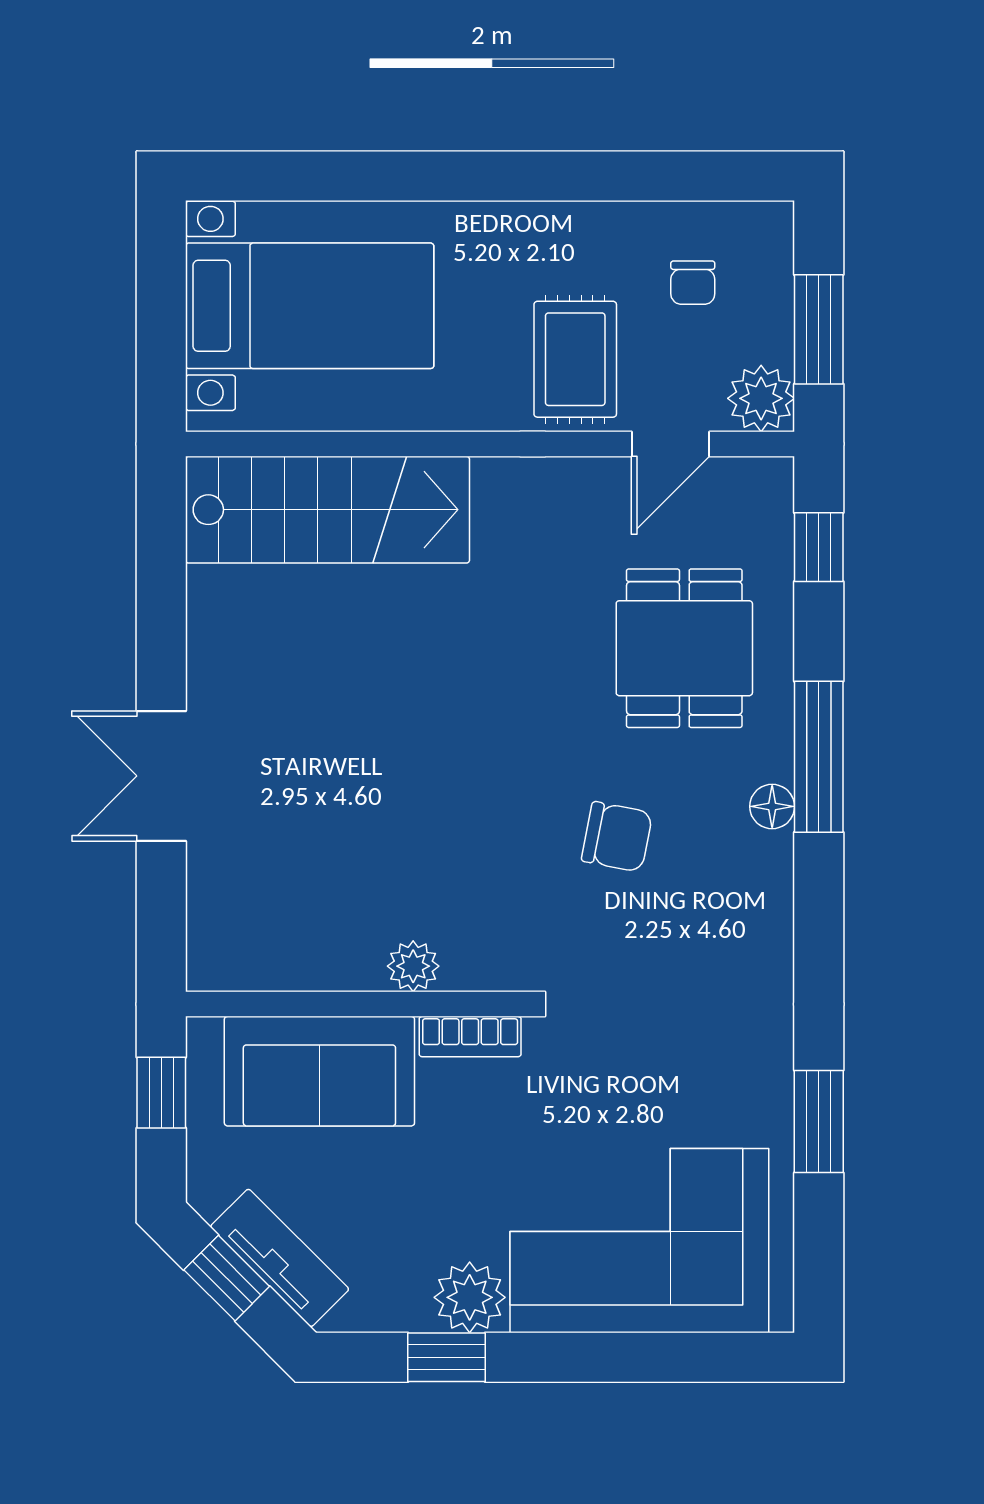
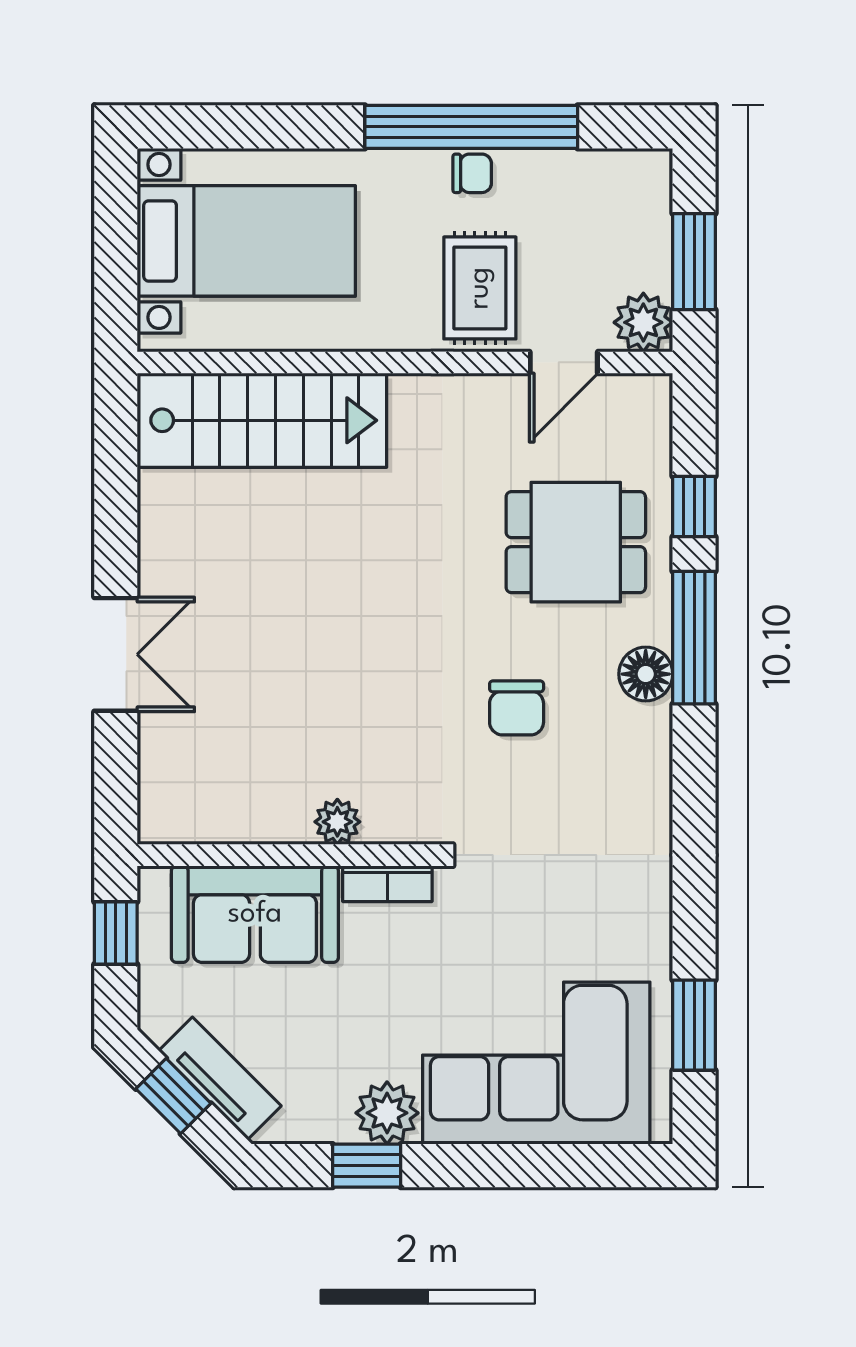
window: (565, 176) -> (471, 127), added
chair: (693, 283) -> (472, 173), moved, turned -90
window: (819, 547) -> (694, 506), moved
dining table: (684, 648) -> (576, 542), turned 90
double door: (161, 776) -> (116, 654), swing flipped
floor lamp: (772, 806) -> (646, 674), width x1.37, depth x1.37
chair: (617, 837) -> (517, 708), turned 79
window: (819, 1122) -> (694, 1025), moved

